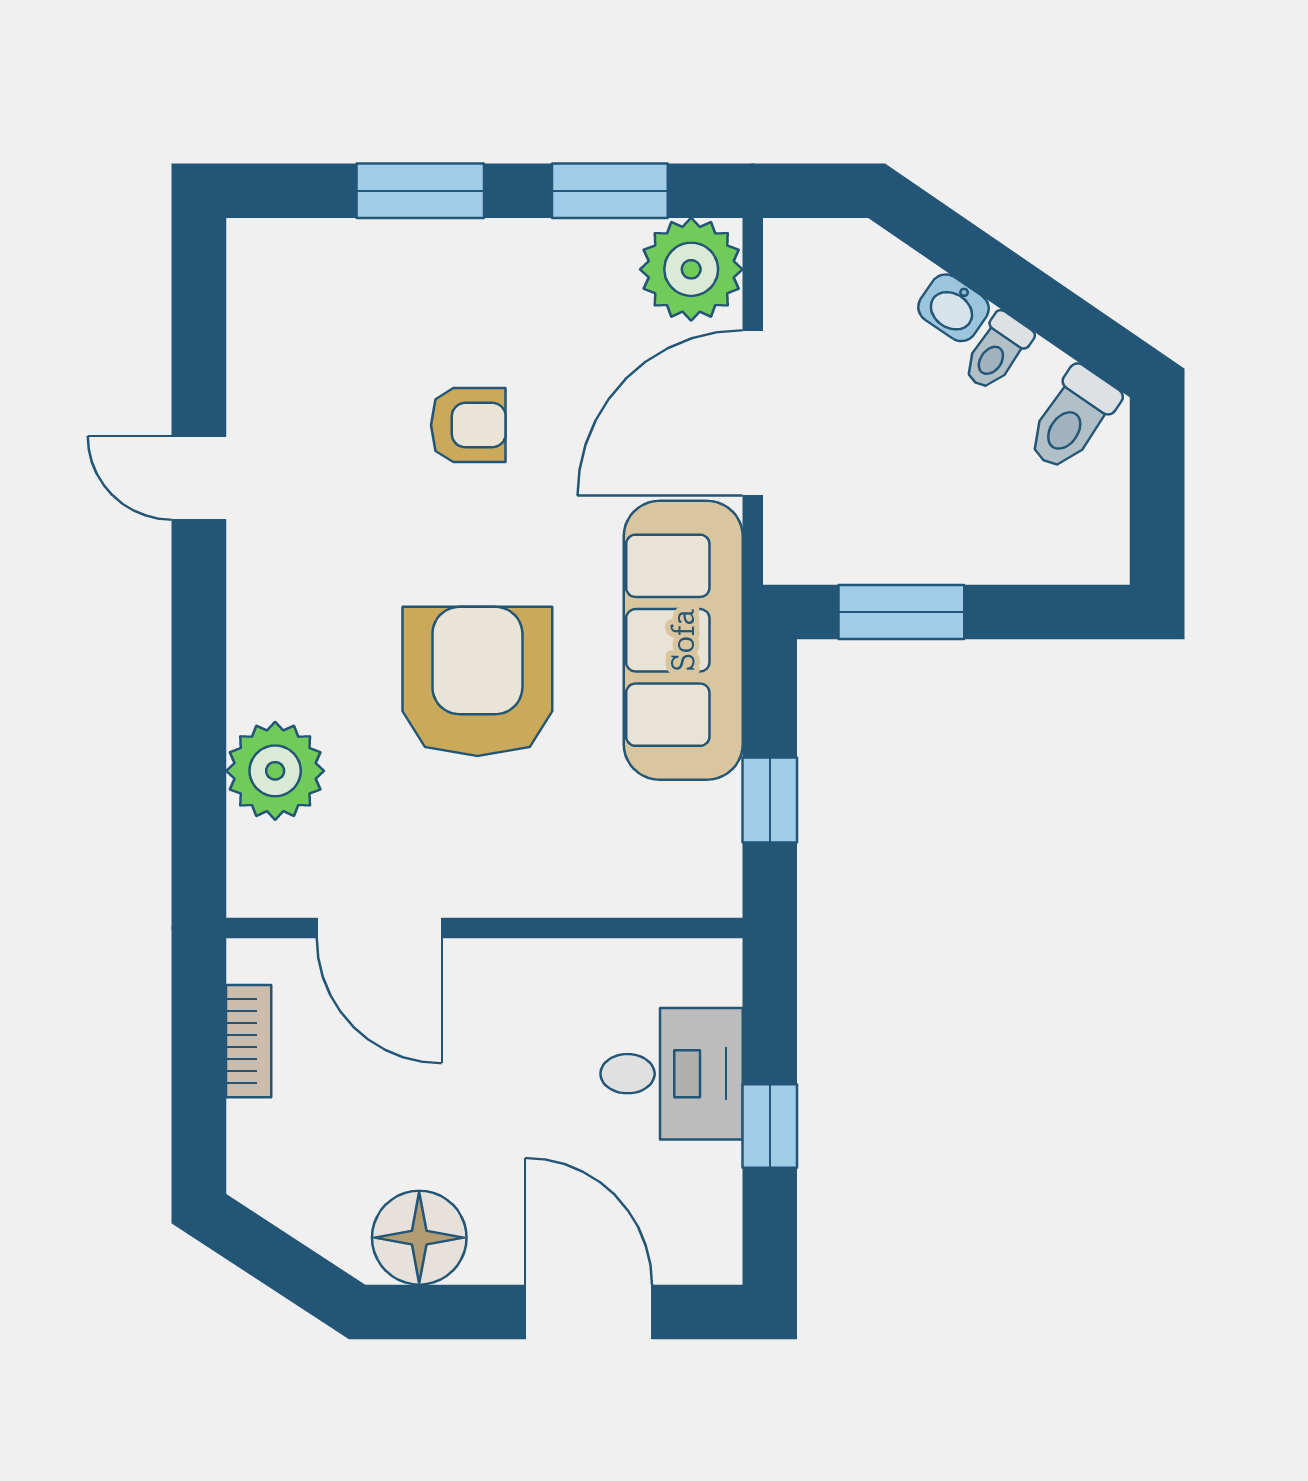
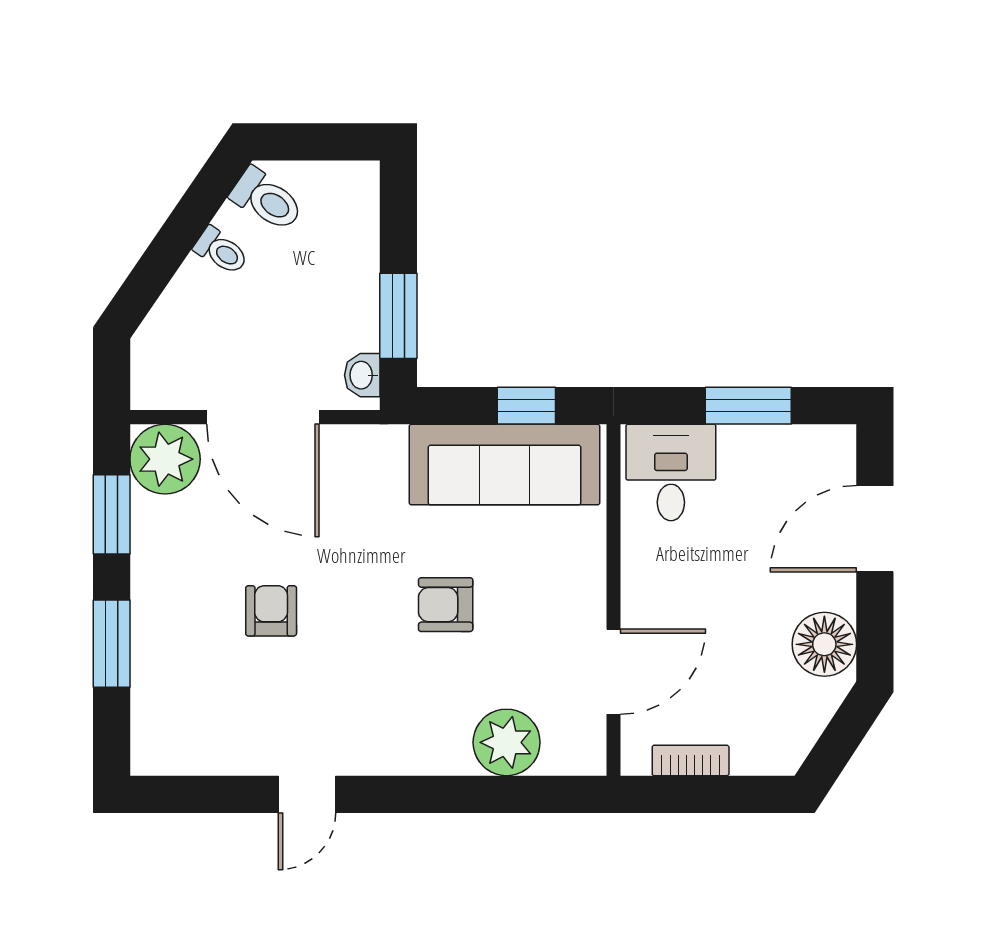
washbasin: (953, 308) -> (362, 375), moved, turned 146
sofa: (683, 640) -> (504, 465), moved
armchair: (477, 681) -> (446, 605), width x0.53, depth x0.53
desk: (672, 1074) -> (671, 472), moved
window: (770, 1126) -> (748, 406), width x1.50

